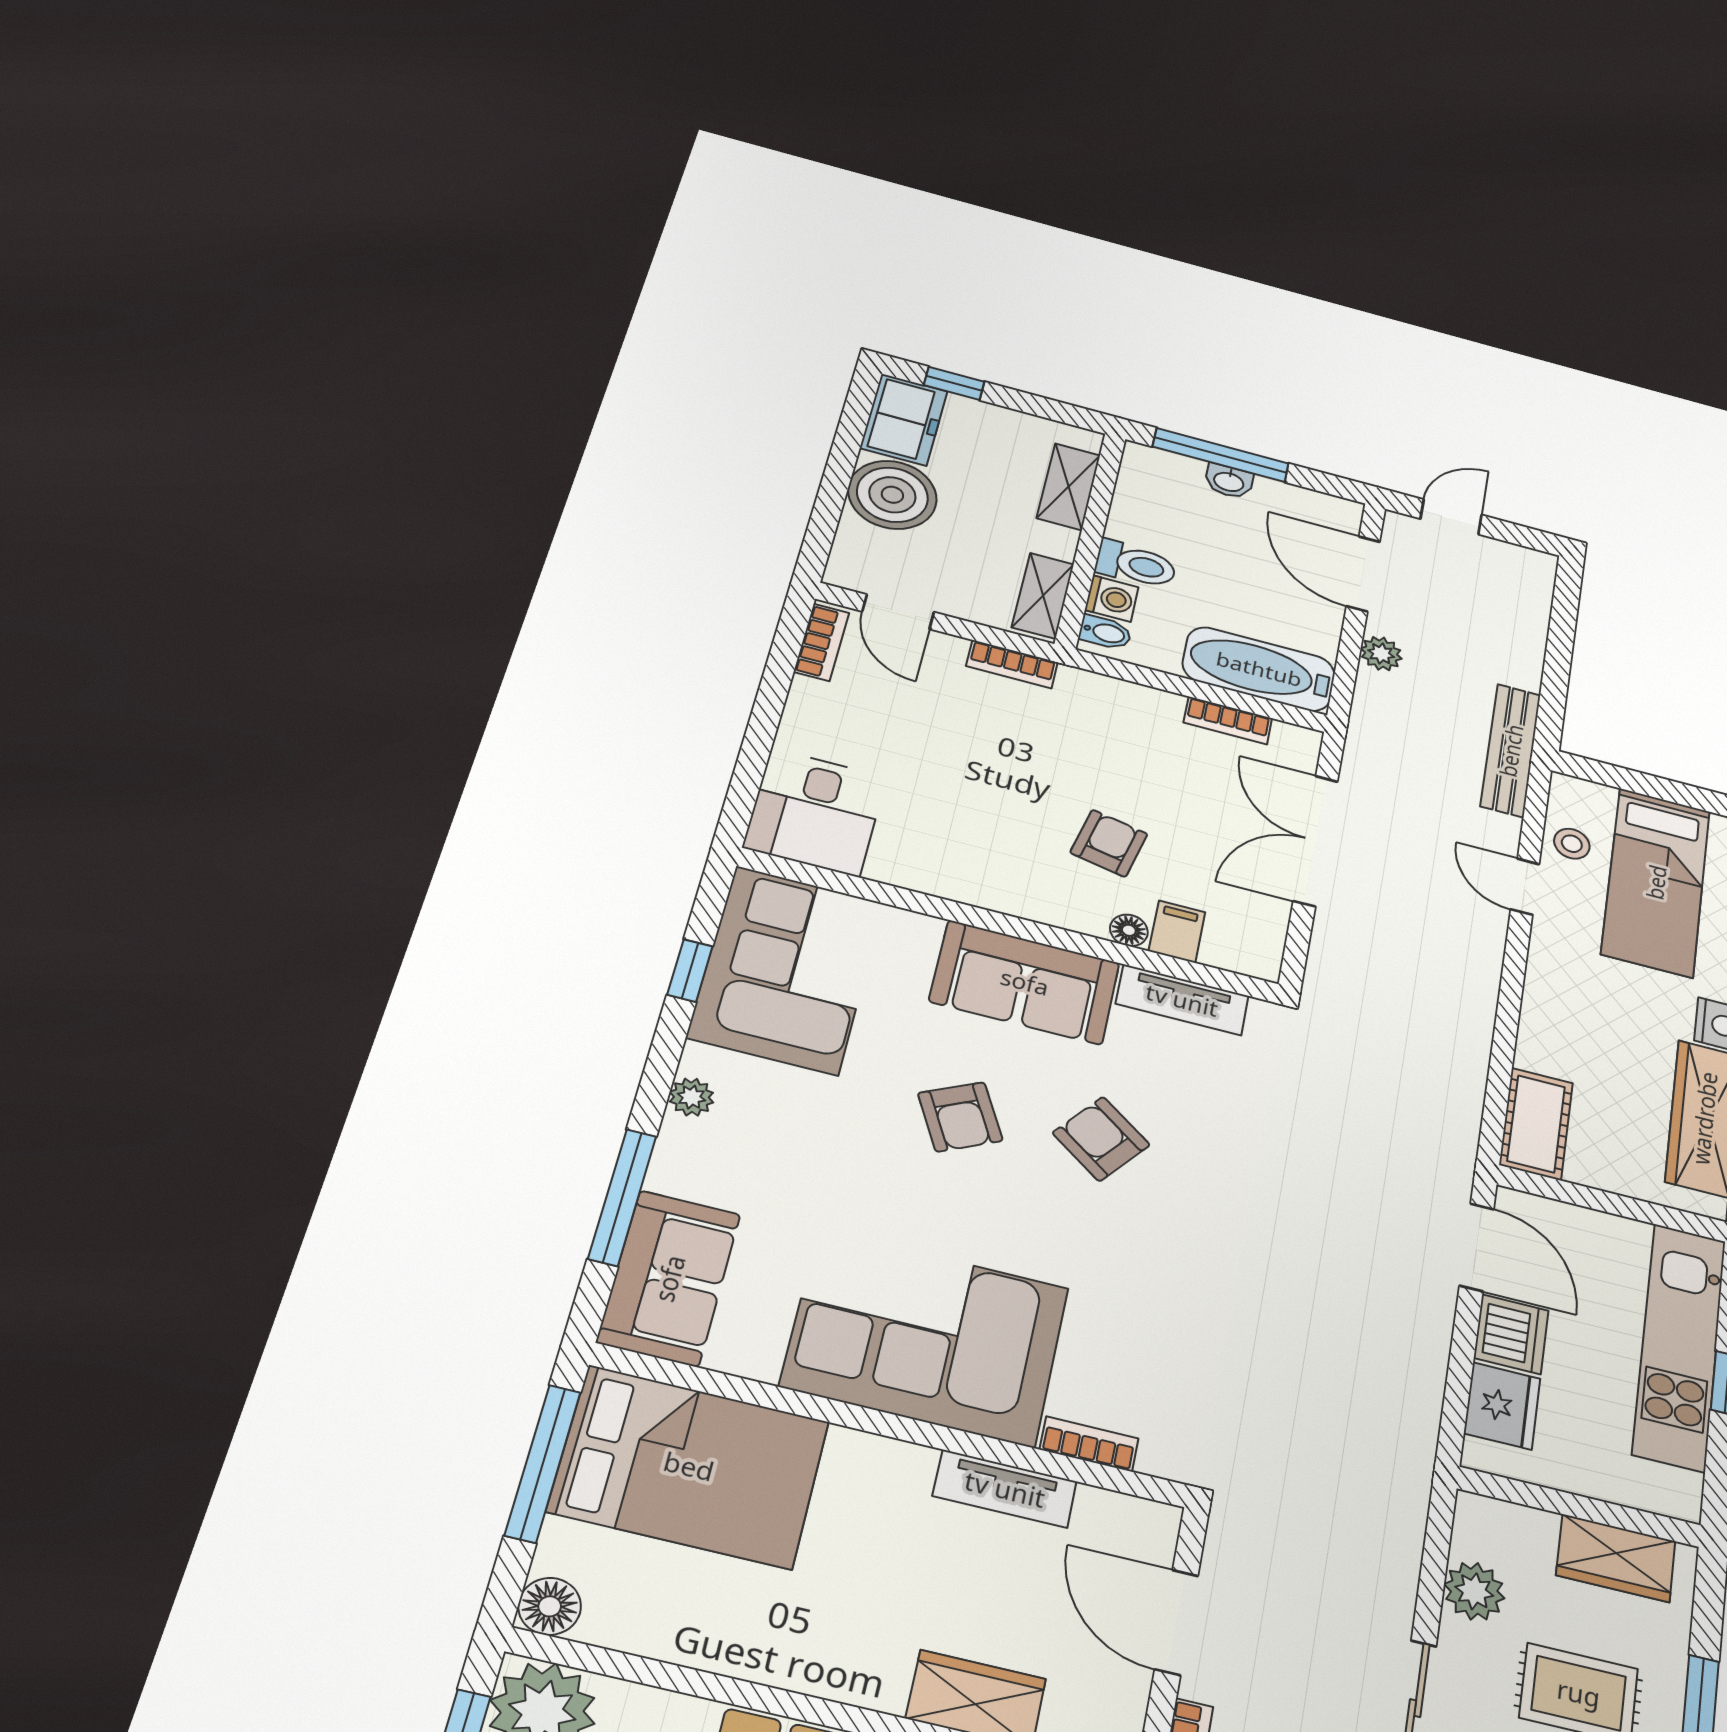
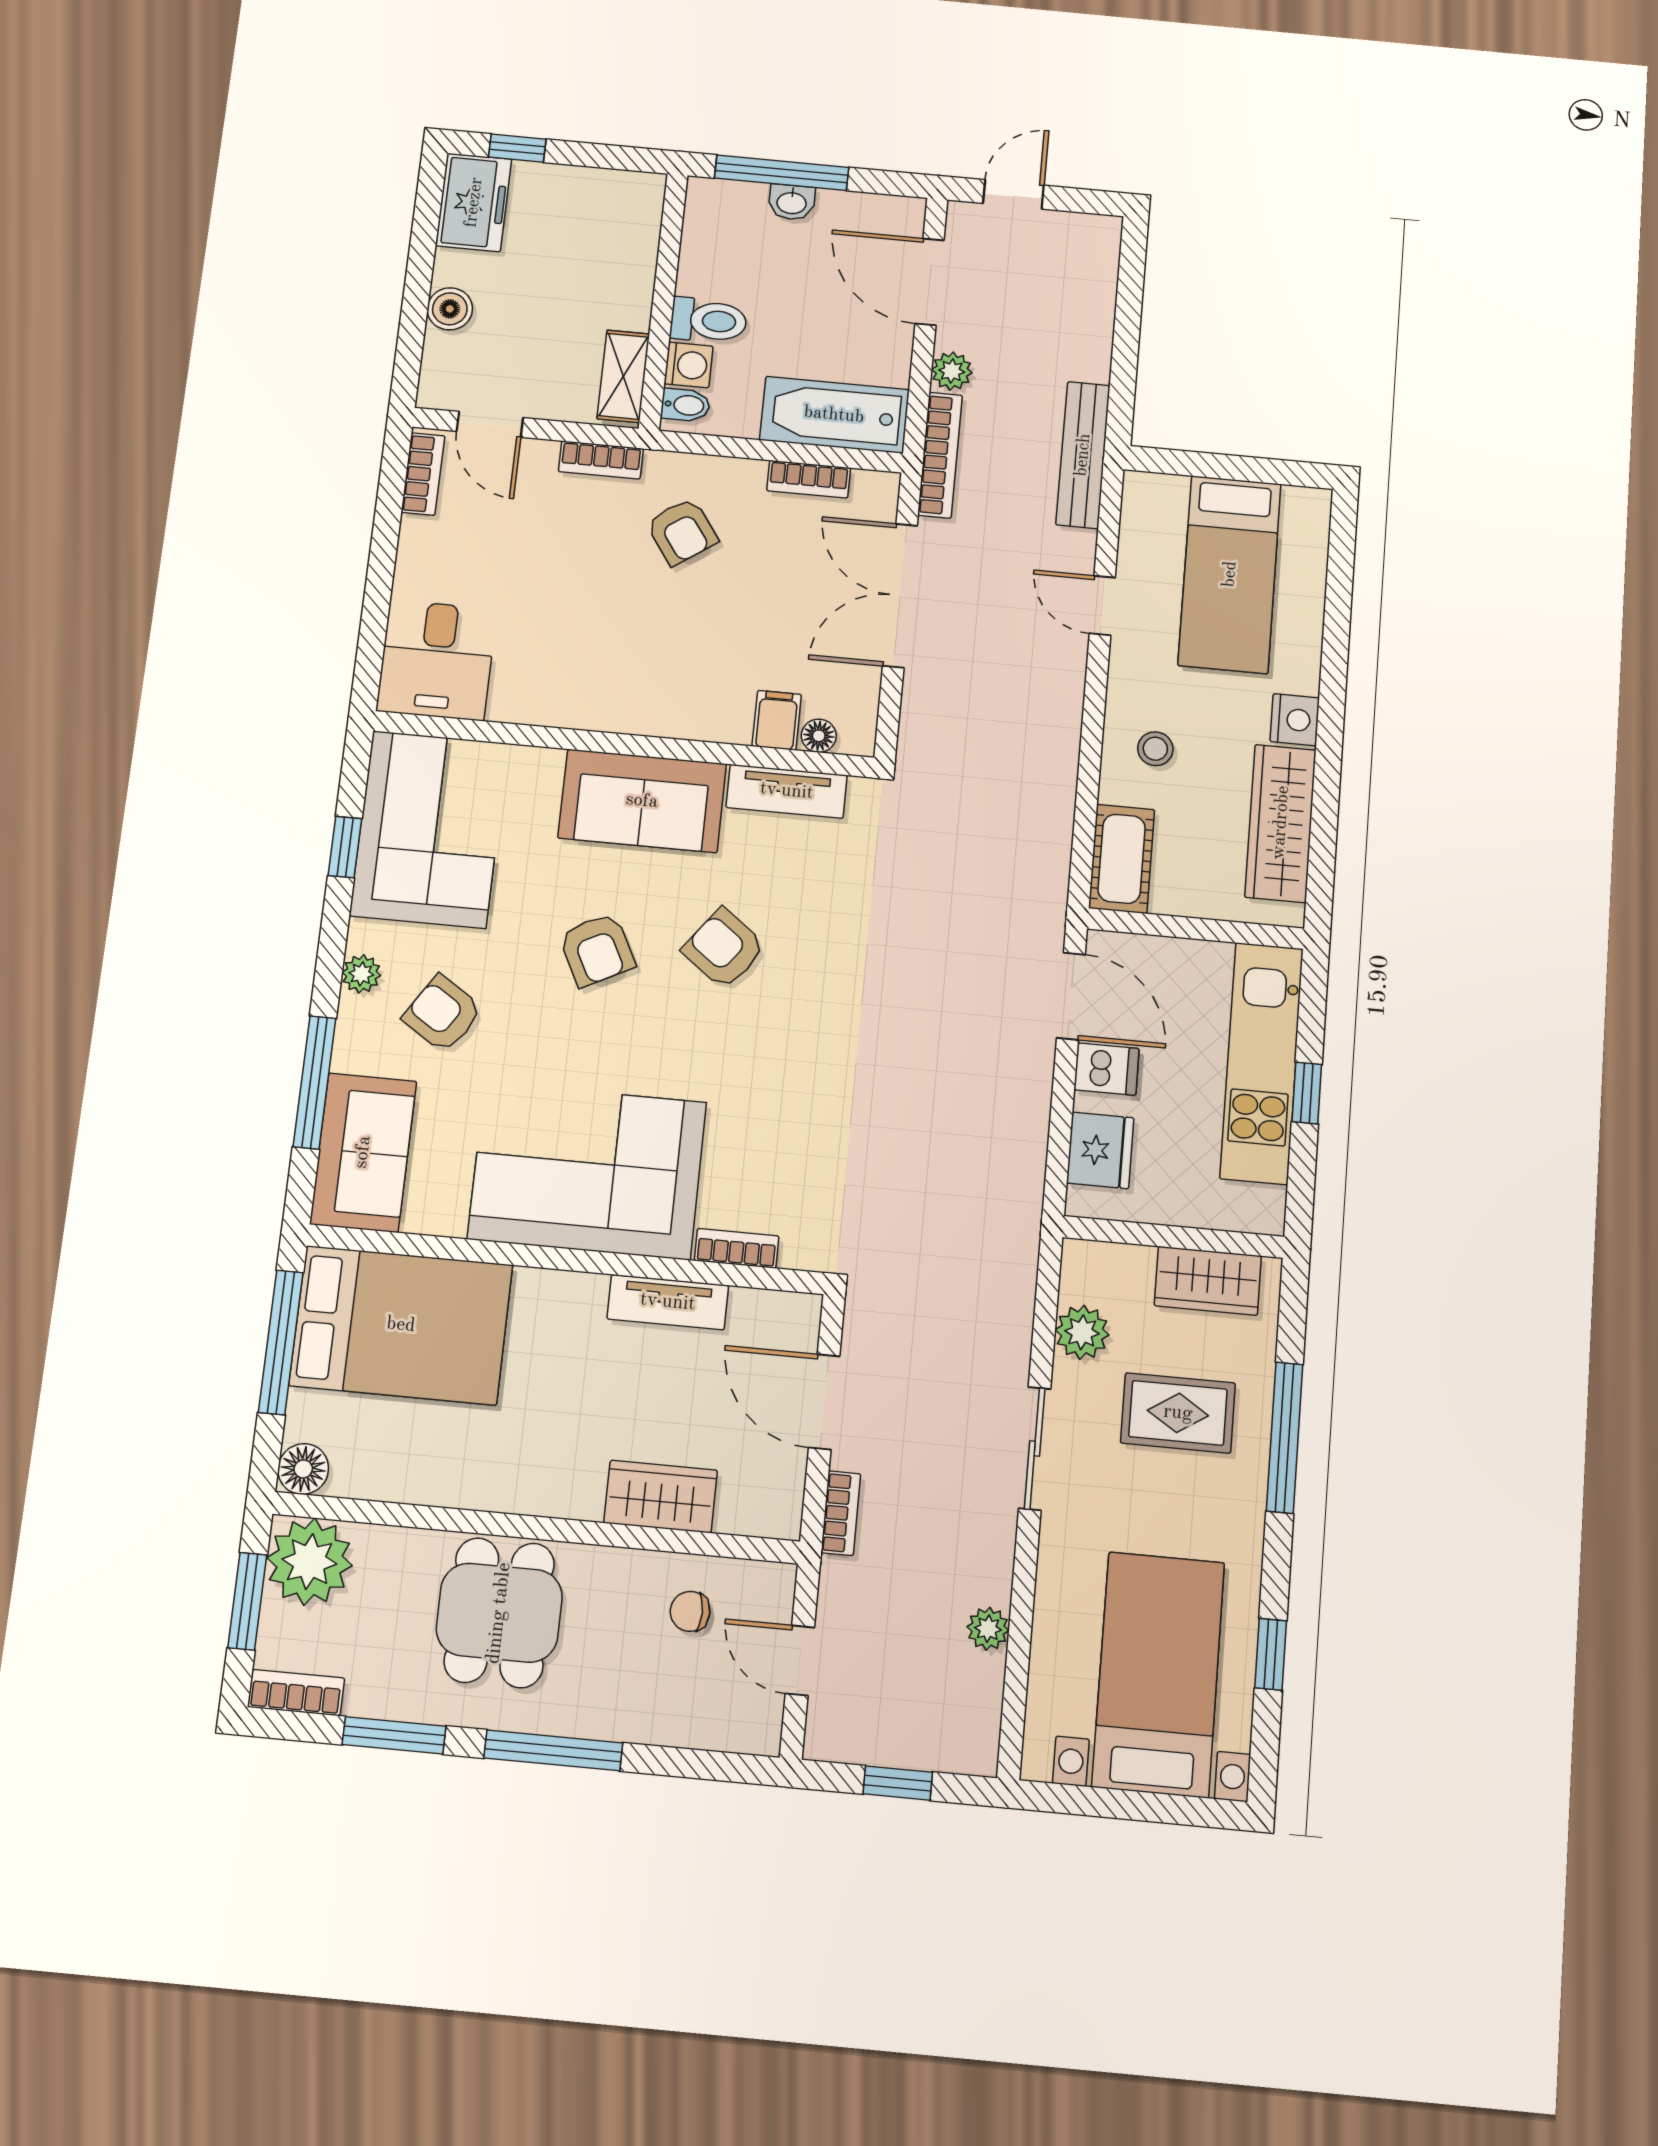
shelving: (1069, 487) -> (637, 245), removed
boiler: (892, 495) -> (450, 309), width x0.54, depth x0.54
bookcase: (1365, 724) -> (940, 455), added
armchair: (1109, 843) -> (682, 531), moved, turned 133
stool: (1572, 844) -> (1155, 749), moved
floor lamp: (1129, 930) -> (819, 736), moved
armchair: (779, 1152) -> (443, 1014), added
dishwasher: (1511, 1334) -> (1107, 1069), width x0.73

